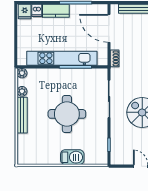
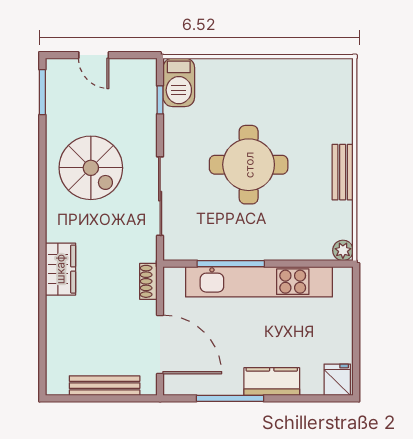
dishwasher: (37, 10) -> (312, 382), removed
plant: (22, 91) -> (343, 212), removed
bench: (22, 115) -> (343, 172), width x0.73
barbecue: (72, 157) -> (179, 82), moved, turned -90

